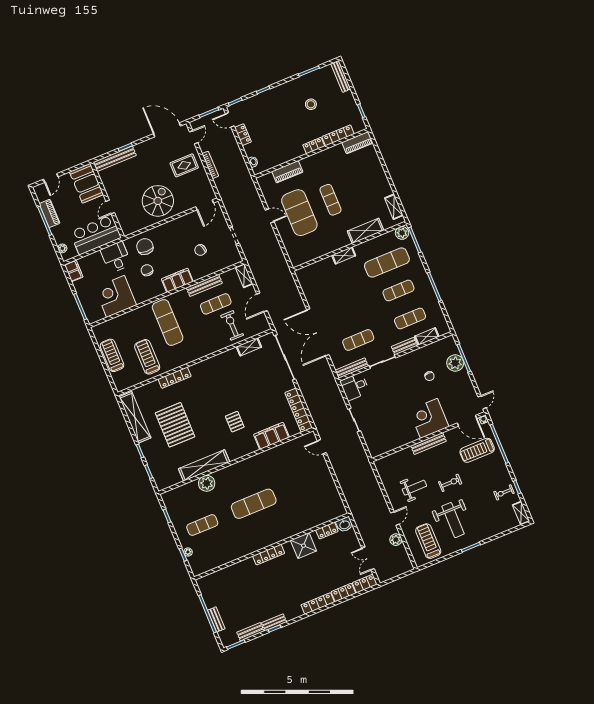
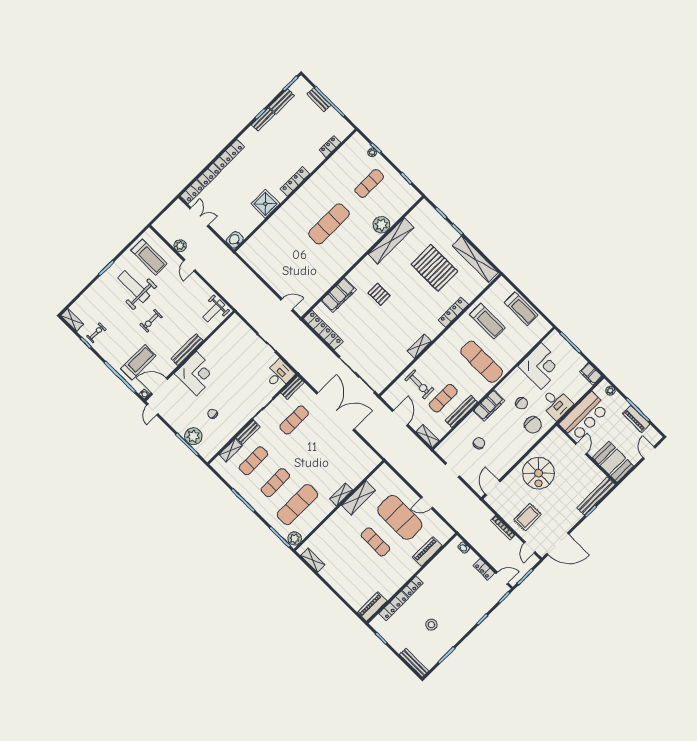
shelving: (365, 231) -> (359, 498), moved
shelving: (249, 347) -> (419, 346), moved
bench: (352, 368) -> (292, 388), width x0.73
weight bench: (414, 488) -> (214, 311), moved
locker: (327, 531) -> (330, 146), moved

